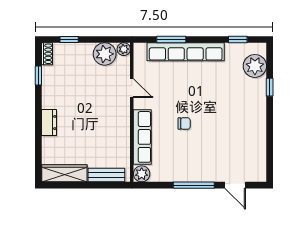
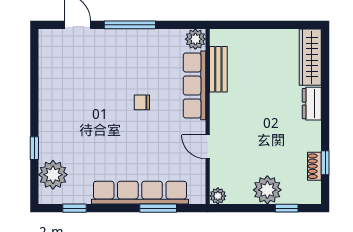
shoe rack: (47, 54) -> (314, 166), moved
plant: (105, 54) -> (267, 190), moved
wardrobe: (64, 173) -> (310, 57), moved, turned 90
bench: (106, 175) -> (218, 69), moved, turned 90

